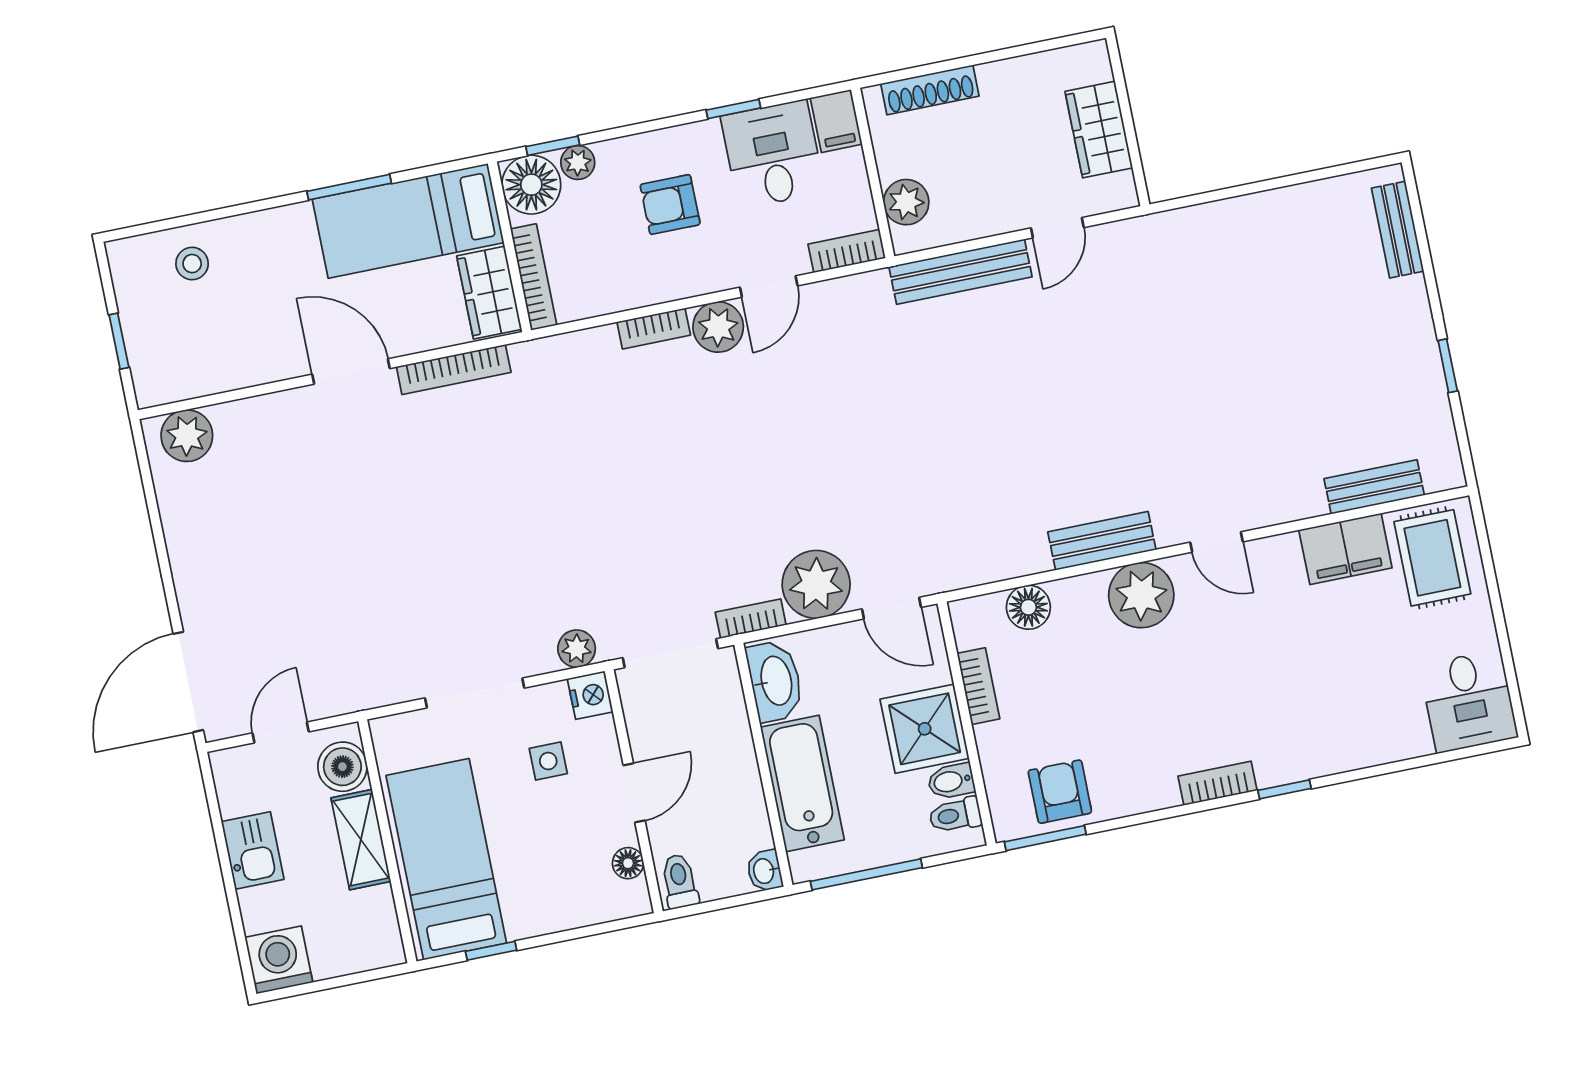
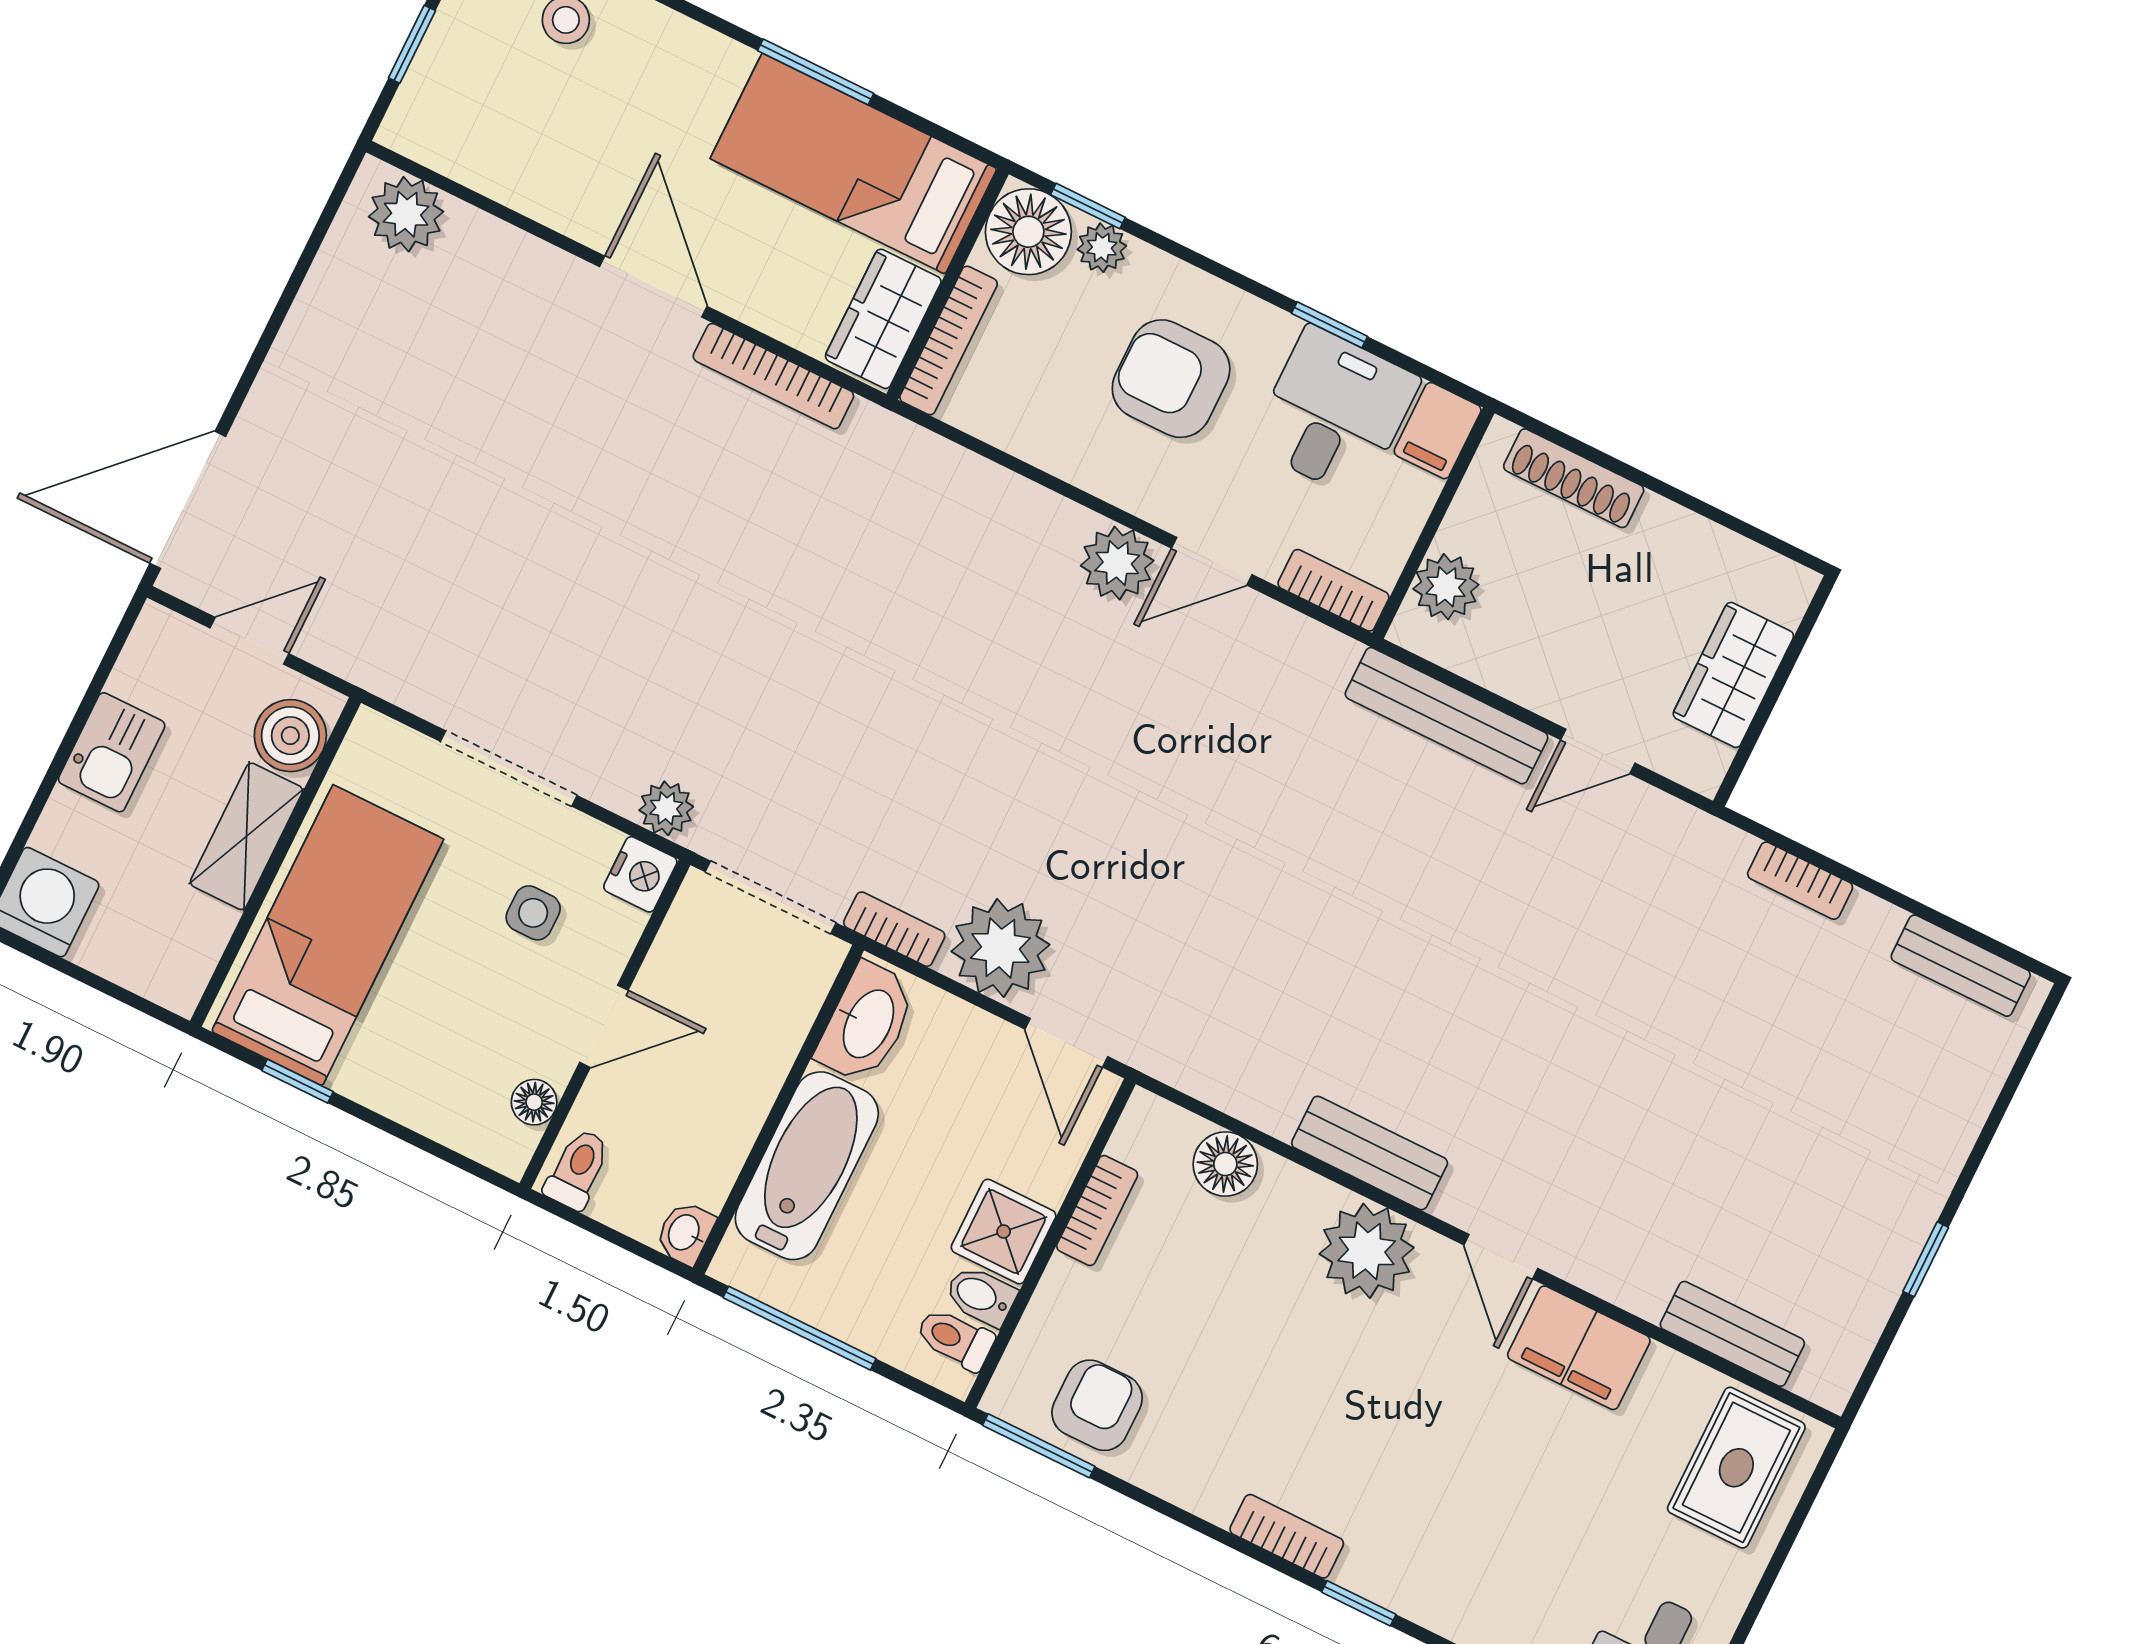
armchair: (670, 204) -> (1171, 379), width x1.38, depth x1.38
bench: (1398, 230) -> (1961, 966), moved, turned 90
bookcase: (654, 329) -> (1800, 881), moved
filing cabinet: (1345, 549) -> (1579, 1348), moved
shower: (925, 729) -> (1004, 1232), width x0.73, depth x0.73

